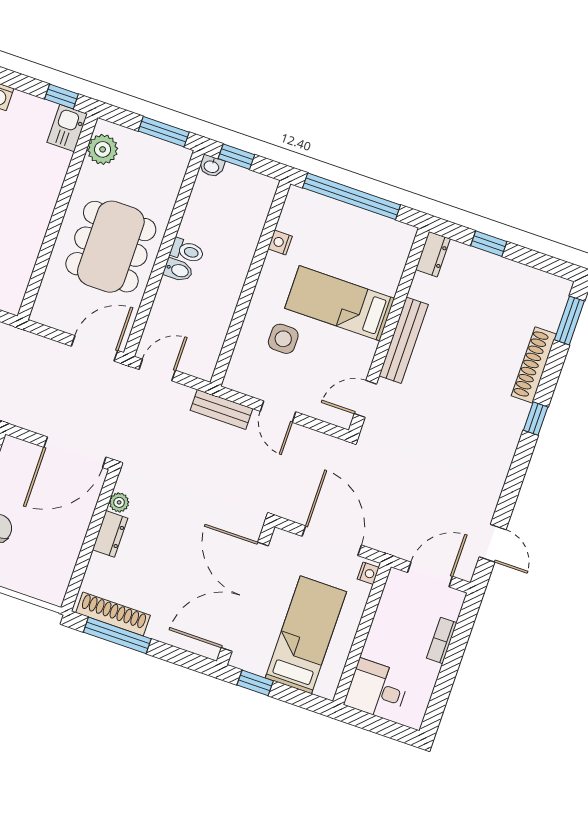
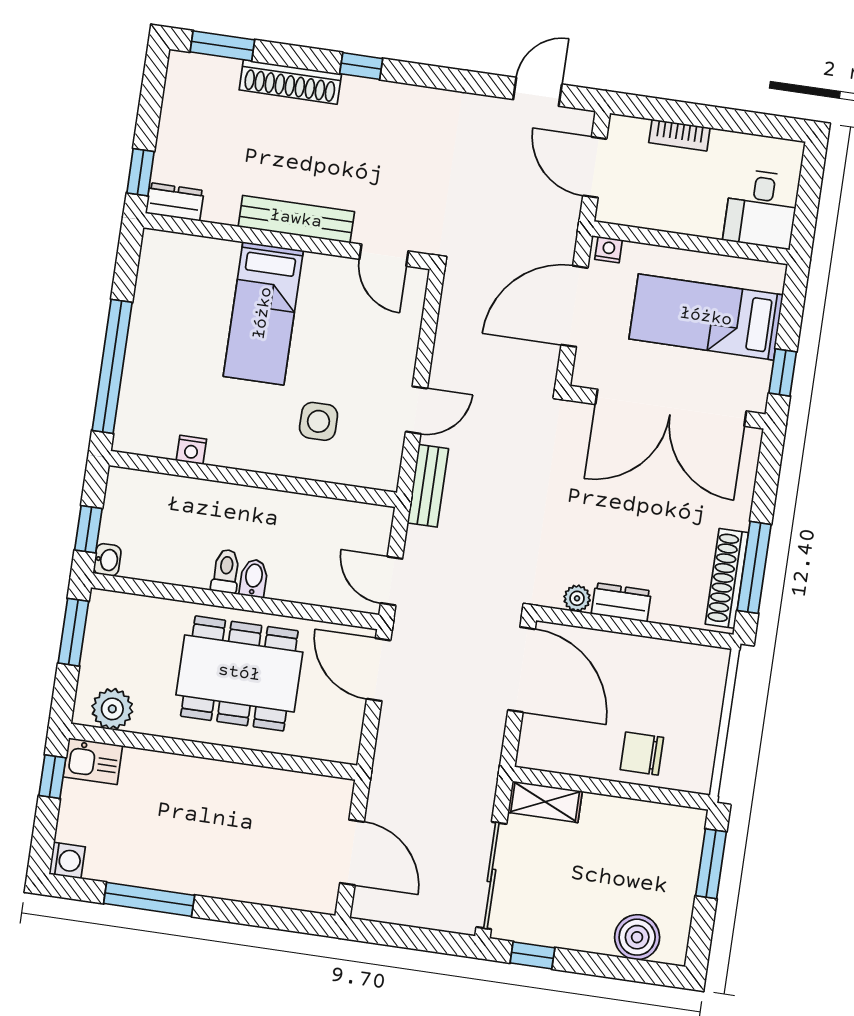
dresser: (433, 254) -> (175, 202), moved
bed: (340, 303) -> (263, 313), moved
wall: (389, 331) -> (288, 241), moved
bench: (404, 340) -> (296, 219), moved
door: (365, 399) -> (384, 255), moved

